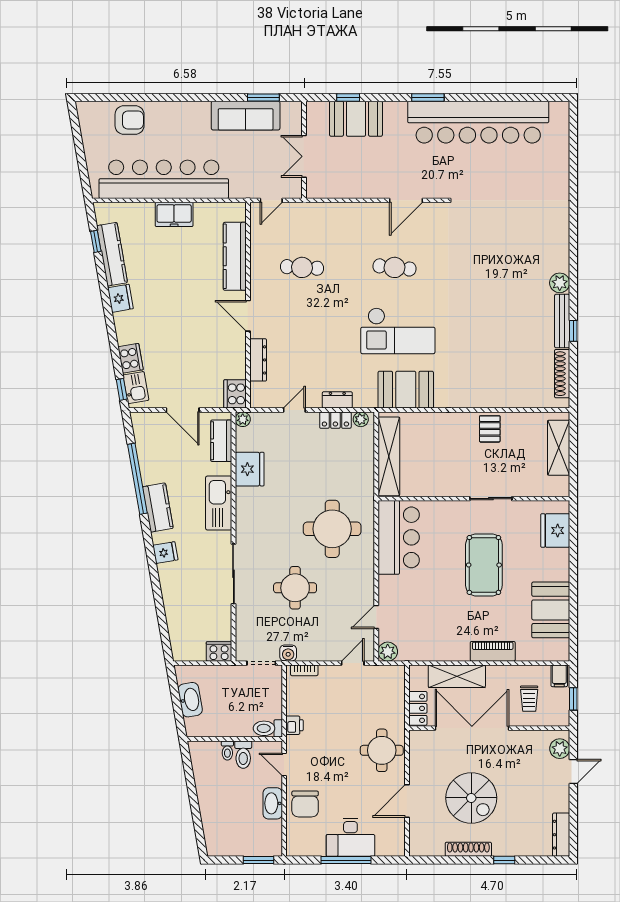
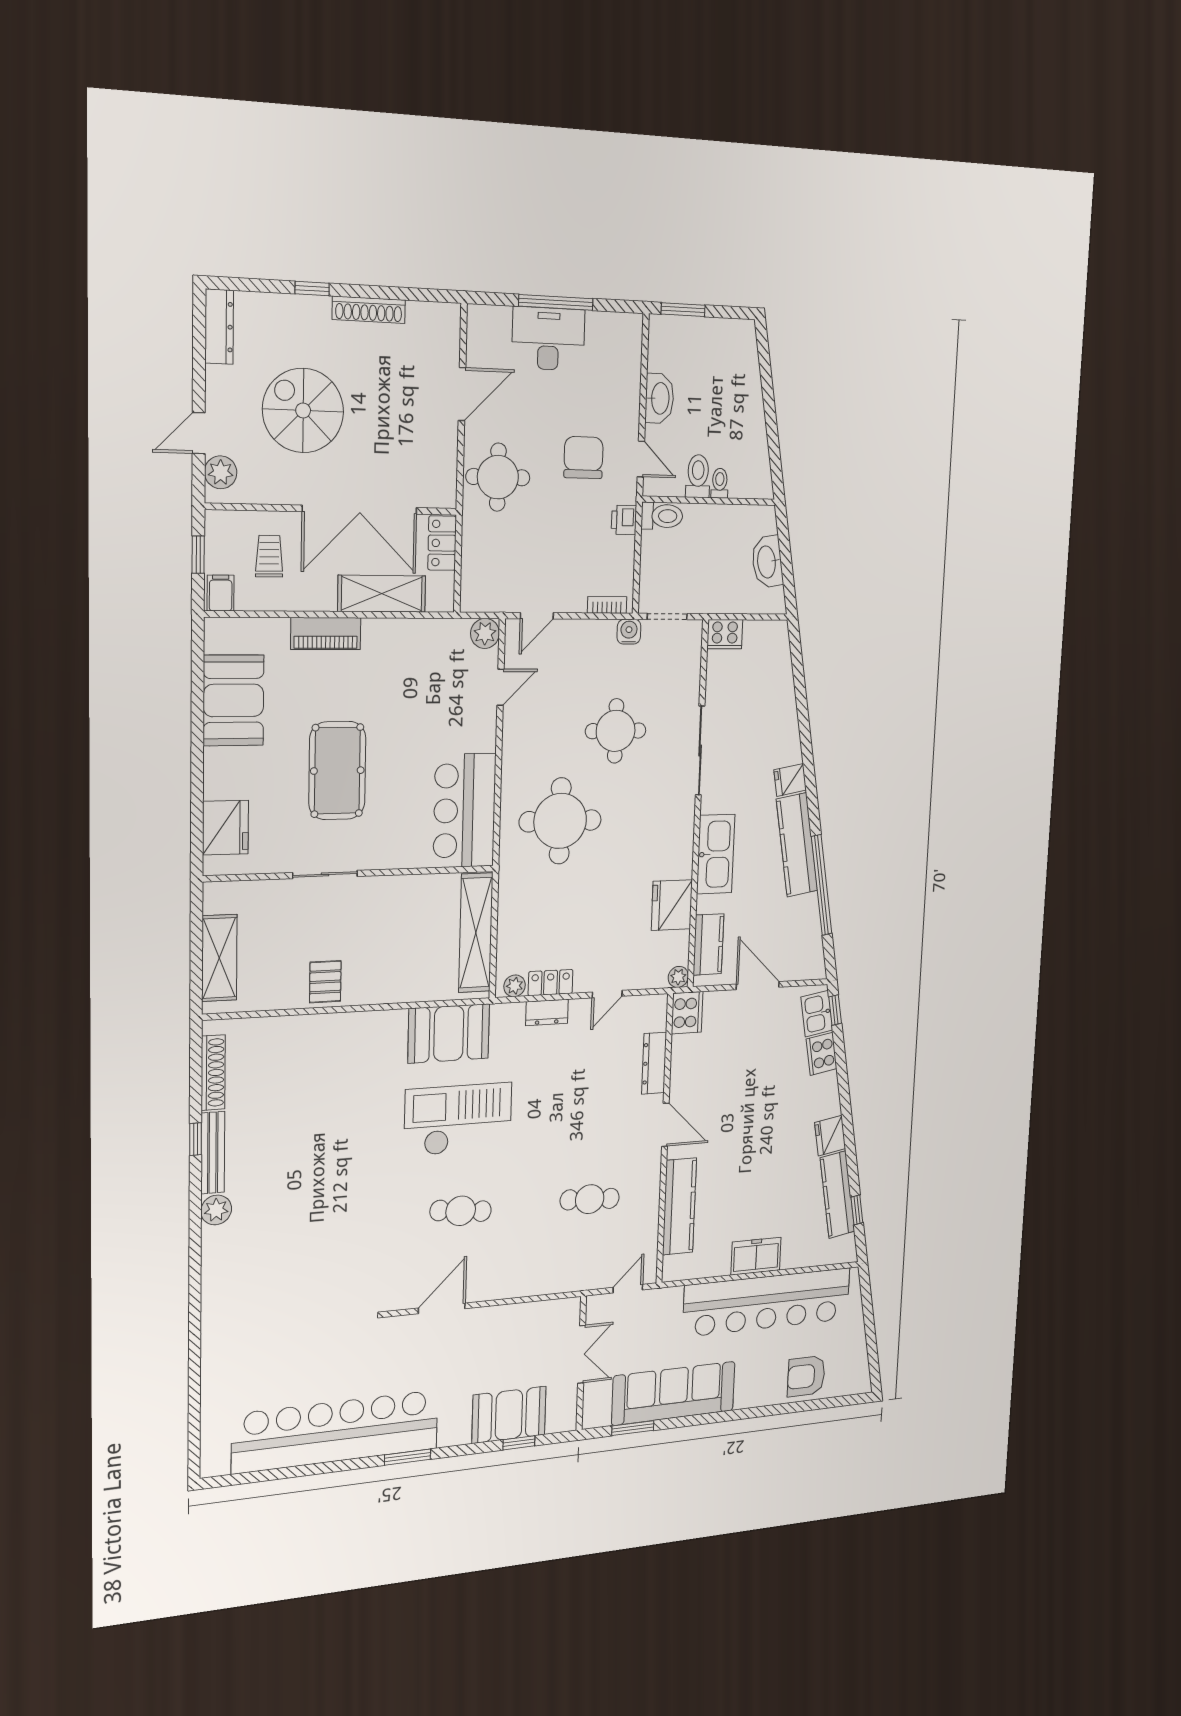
sofa: (246, 116) -> (674, 1393), width x1.36, depth x1.27
kitchen counter: (158, 508) -> (797, 845), width x1.50
spiral stairs: (471, 798) -> (303, 410), moved
chair: (305, 804) -> (583, 458), moved

